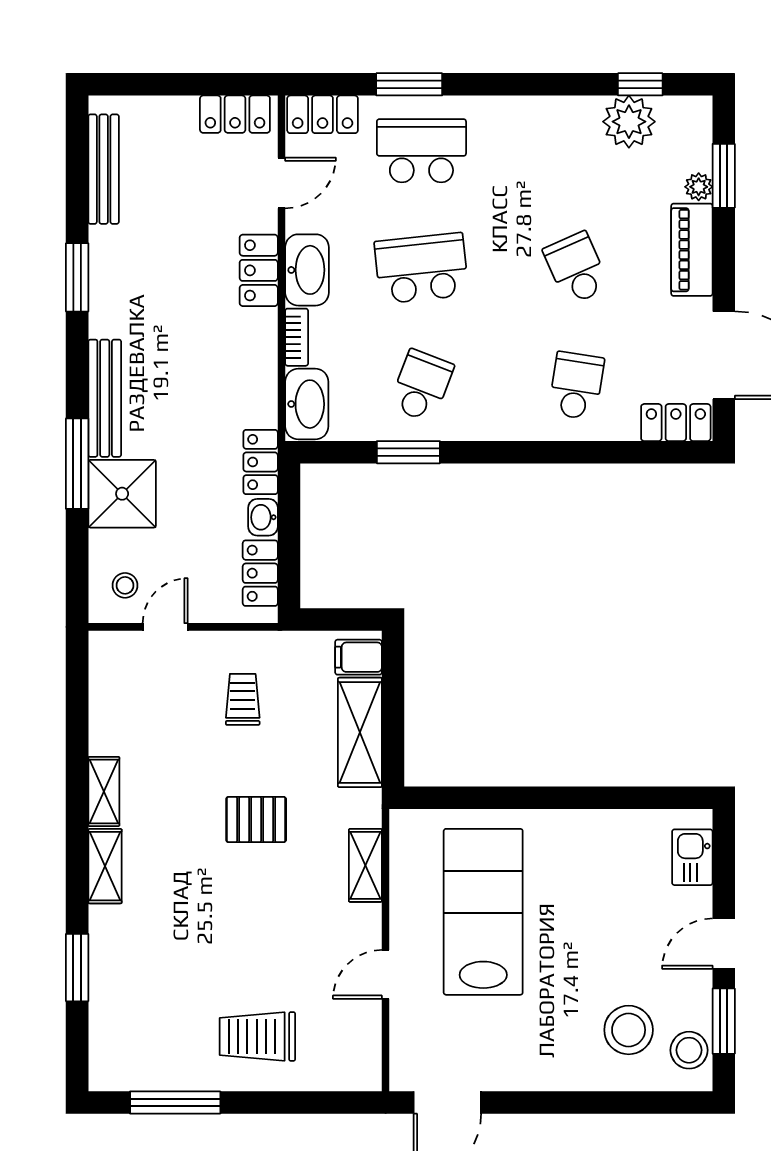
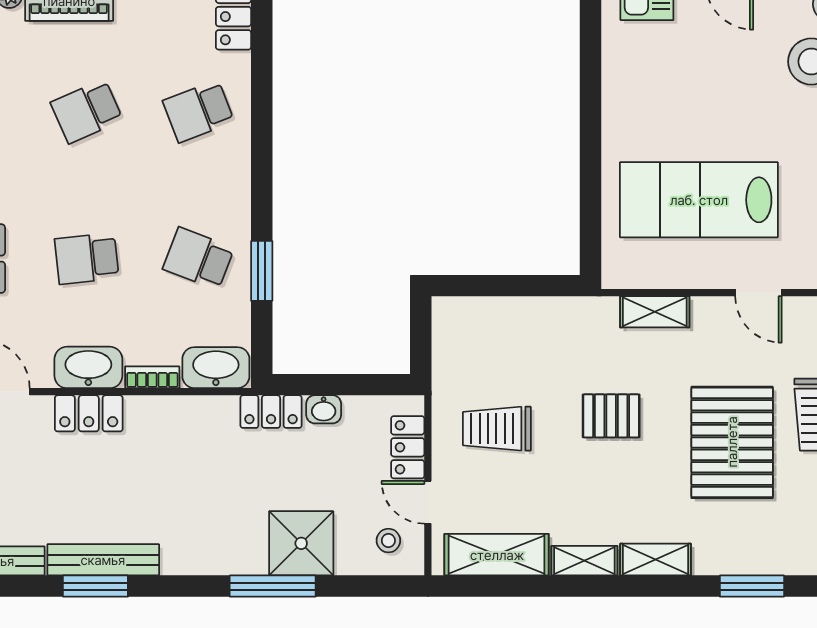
school desk: (421, 268) -> (87, 259), width x0.54
school desk: (576, 386) -> (199, 111), turned -30
bench: (105, 398) -> (103, 560), moved
locker: (260, 573) -> (408, 447), moved, turned 90
filing cabinet: (358, 657) -> (457, 318), removed
trolley: (243, 699) -> (497, 429), width x1.36, depth x1.39
shelving: (360, 732) -> (497, 555), moved
pallet: (256, 820) -> (611, 416), turned 90
pallet: (228, 947) -> (732, 442), added

